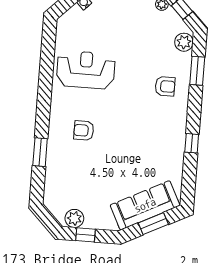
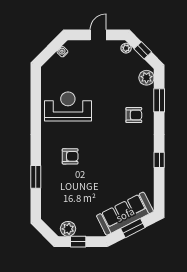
armchair: (84, 131) -> (70, 156), turned 180

